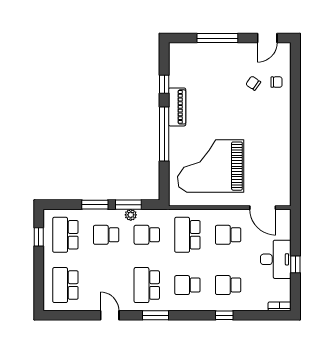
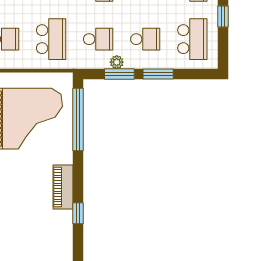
window: (164, 134) -> (78, 120), moved
window: (39, 237) -> (223, 16), moved

